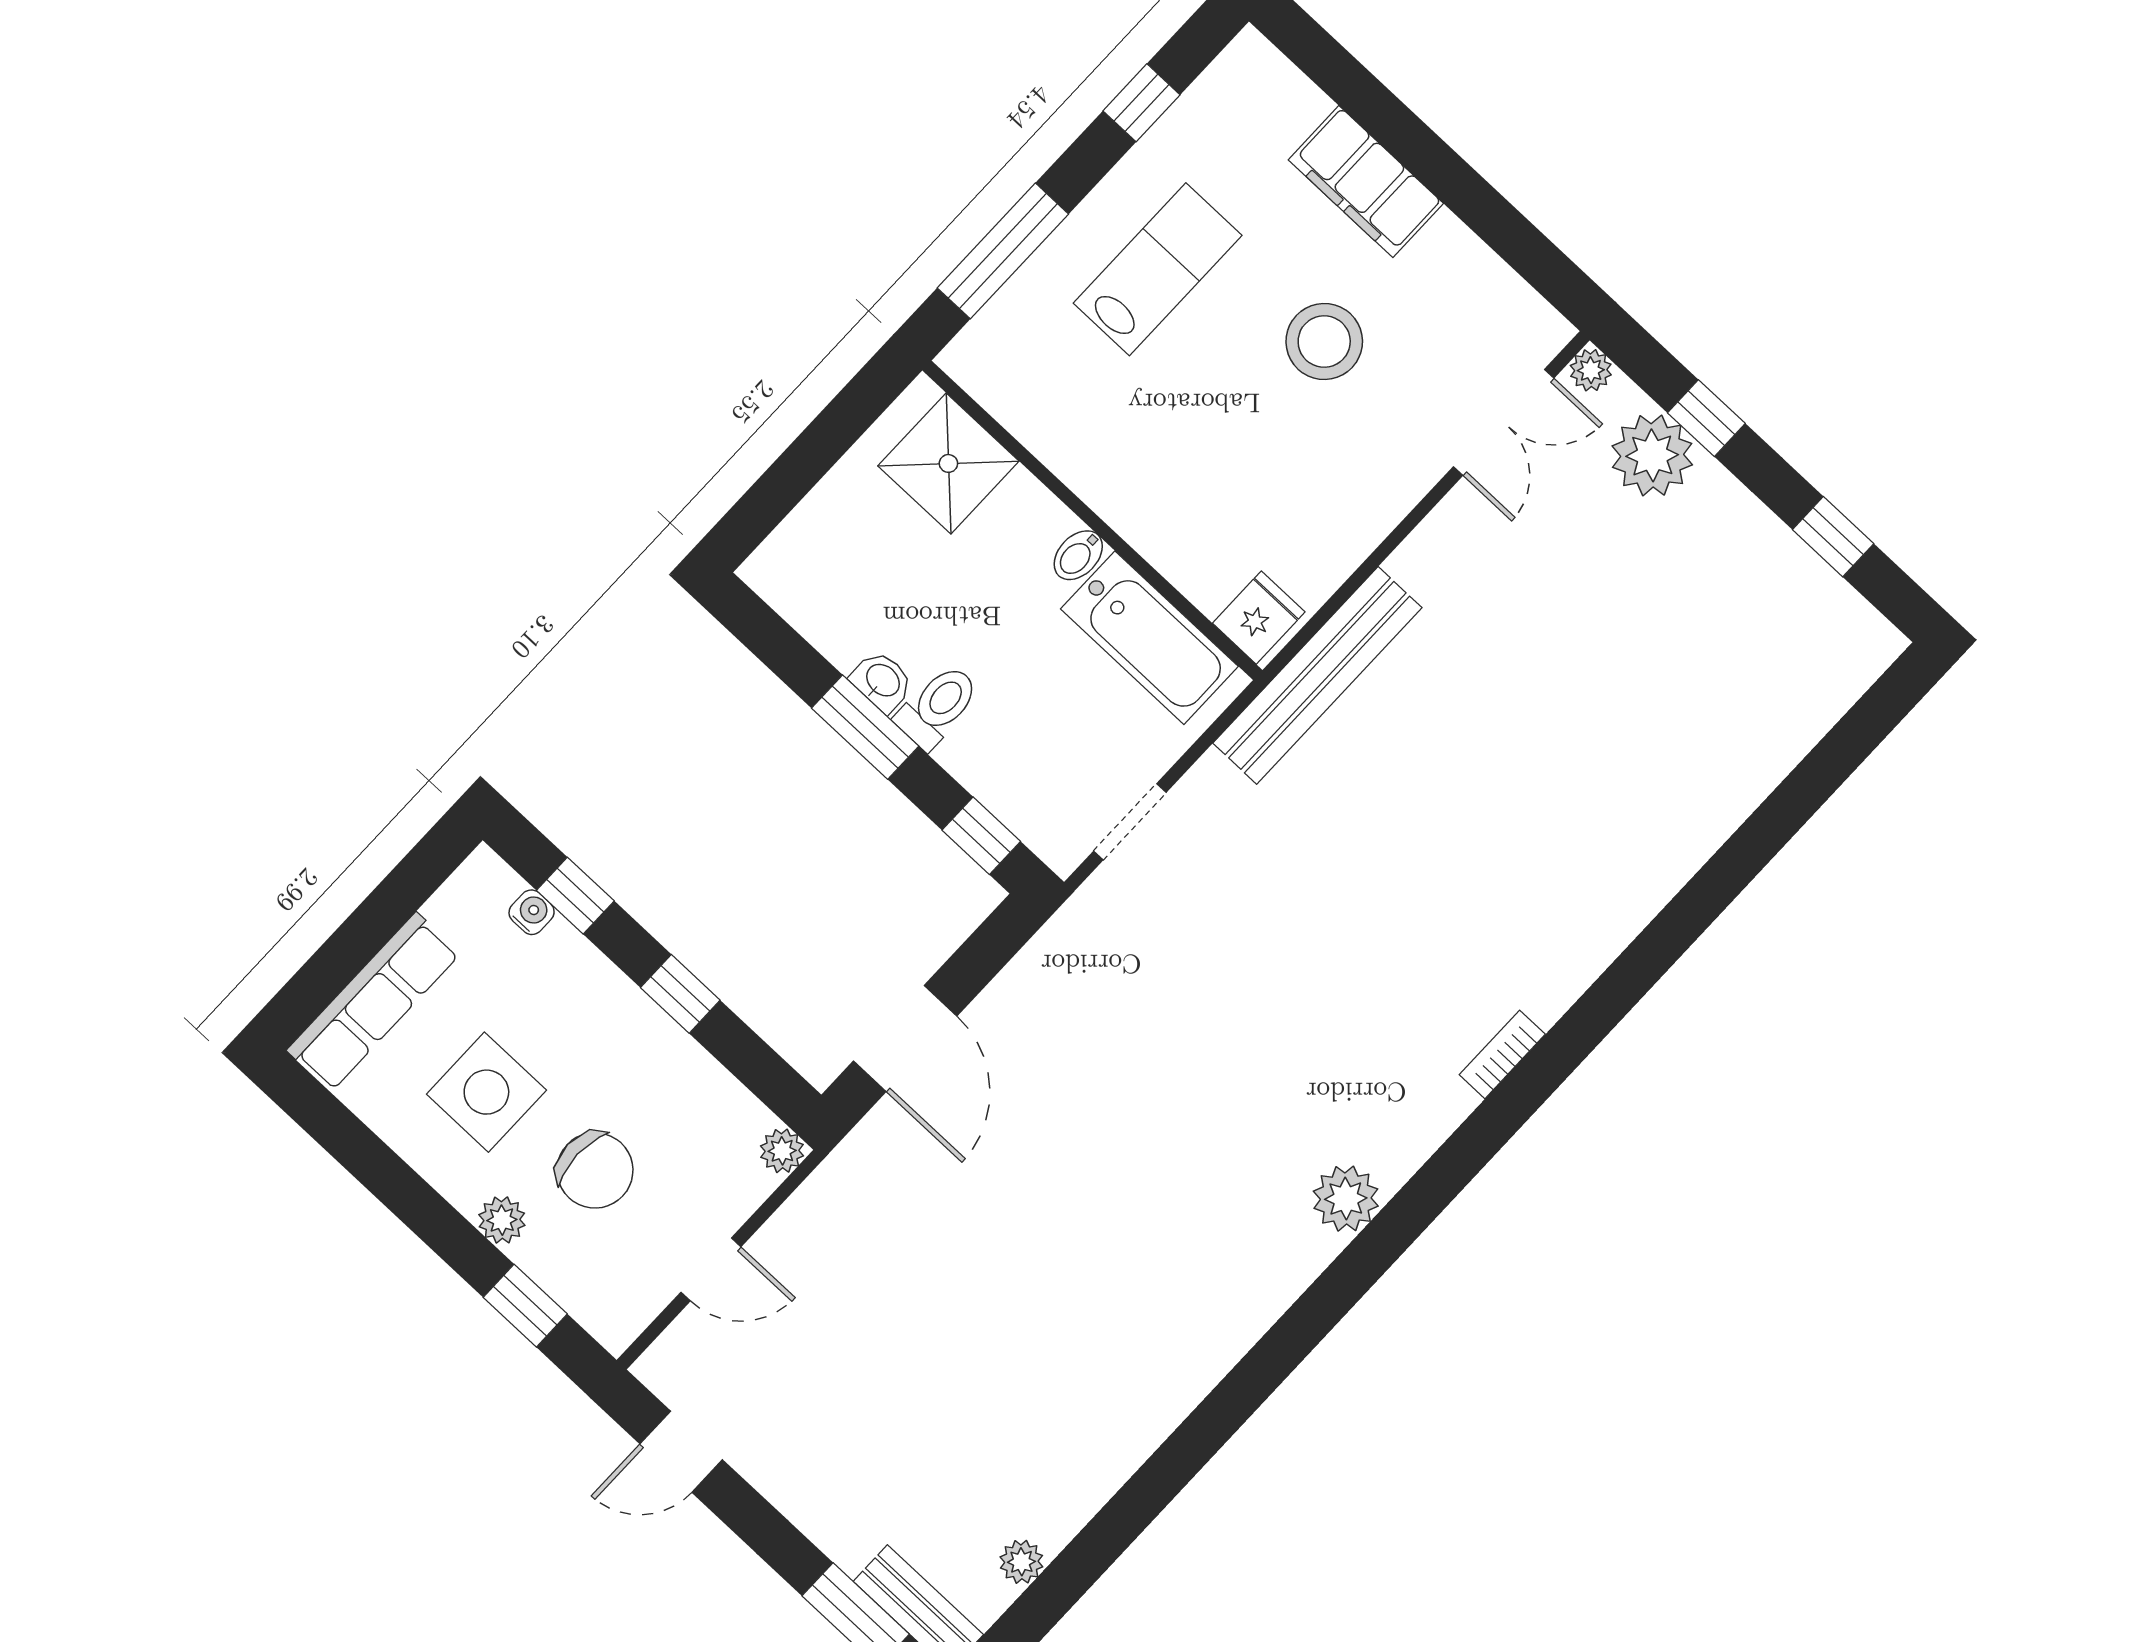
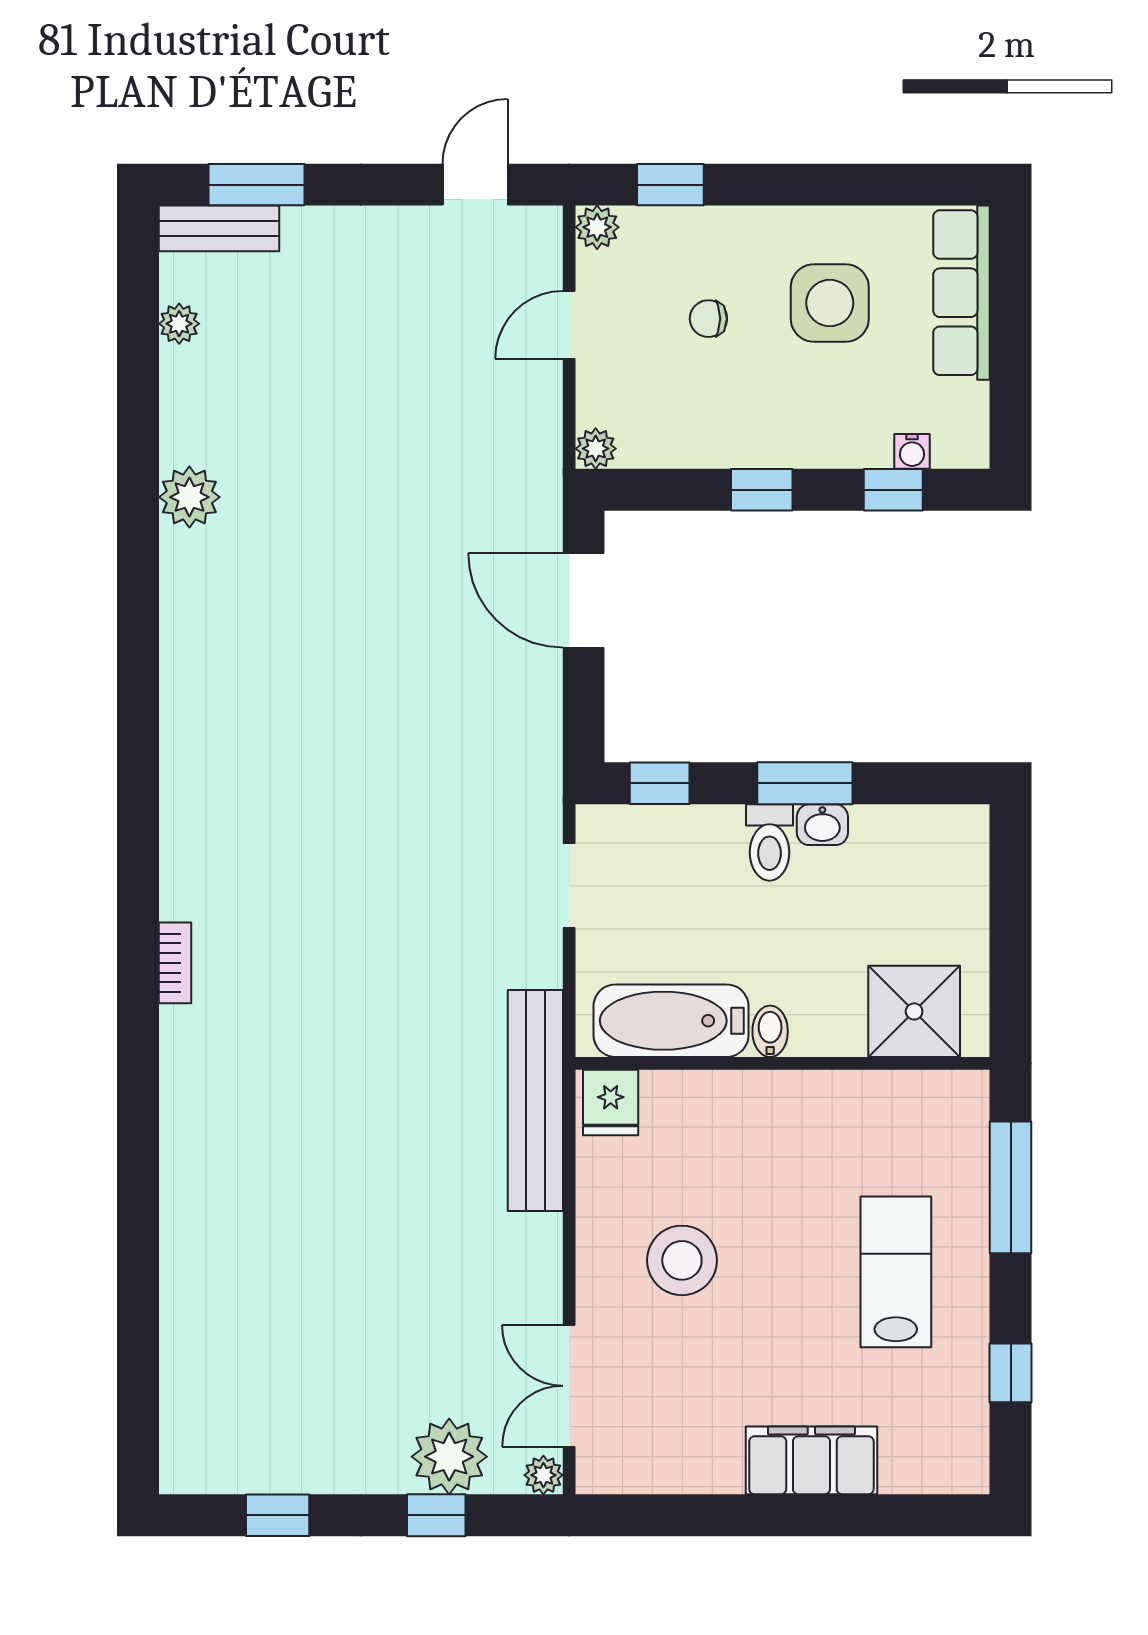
lab bench: (1158, 269) -> (896, 1272), turned 180
stool: (1324, 341) -> (682, 1260), moved
chair: (595, 1170) -> (708, 319), width x0.54, depth x0.54
plant: (1346, 1199) -> (189, 497), moved
plant: (502, 1220) -> (597, 227), moved

